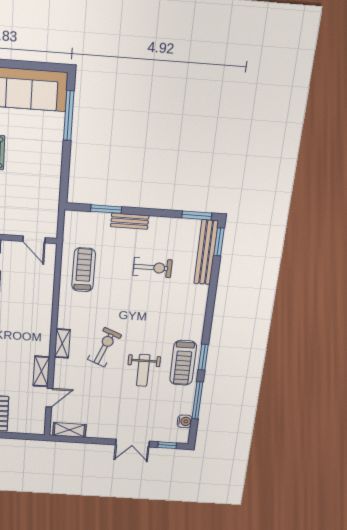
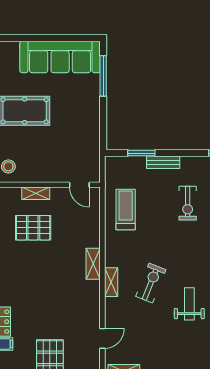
exercise bike: (153, 268) -> (188, 203), turned 90
weight bench: (143, 370) -> (189, 304), turned 180
shelving: (41, 371) -> (93, 264), moved

